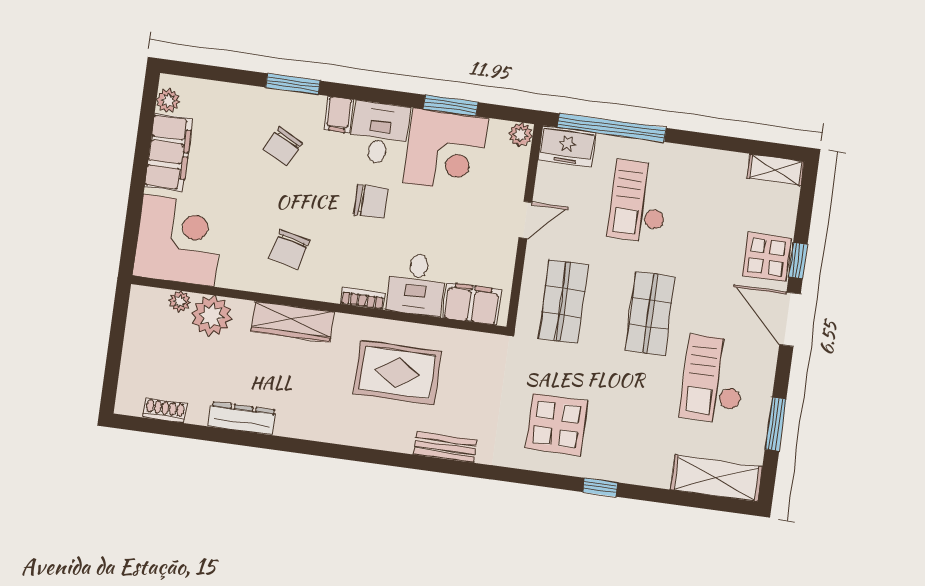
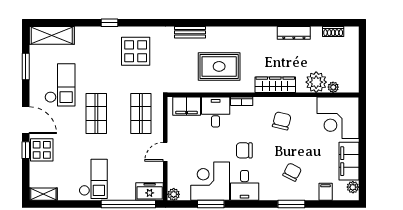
filing cabinet: (339, 115) -> (326, 192), moved
checkout: (639, 201) -> (93, 179), moved

